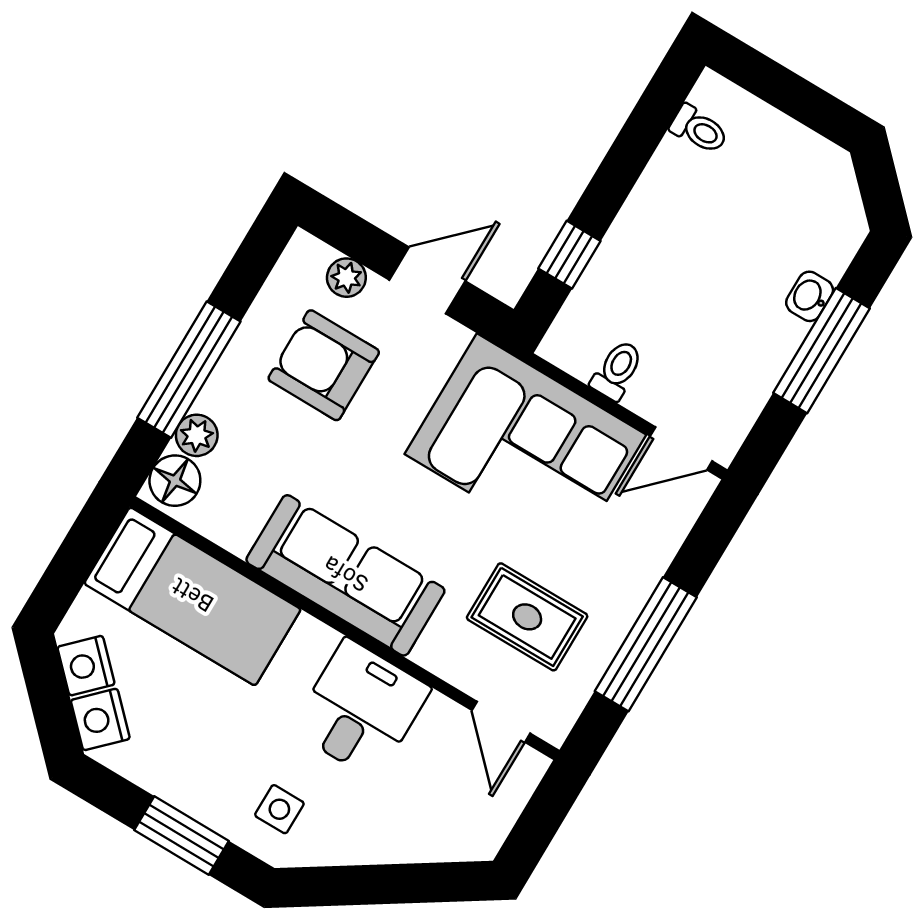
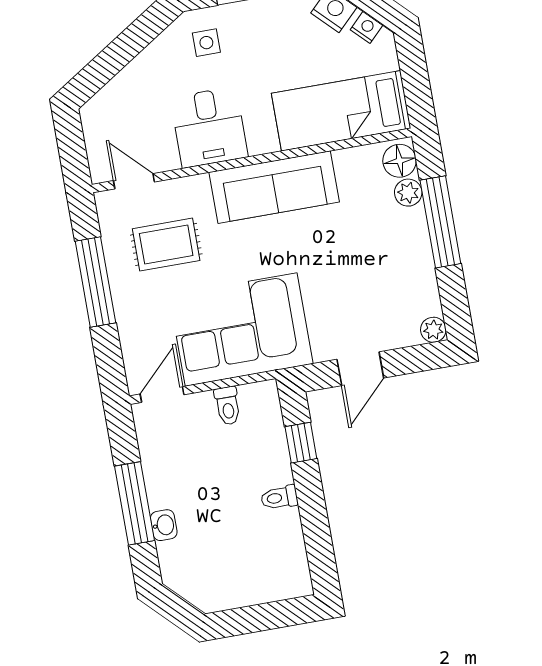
toilet: (699, 129) -> (279, 498), moved
plant: (346, 278) -> (433, 330), moved
armchair: (324, 365) -> (375, 282), removed
nightstand: (86, 666) -> (366, 27), width x0.72, depth x0.74

